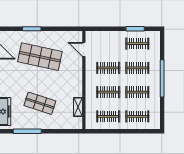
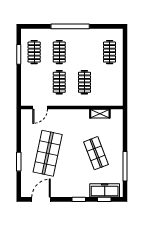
clothes rail: (137, 92) -> (84, 52), removed
shop shelf: (40, 103) -> (96, 153), turned -39
clothes rail: (108, 116) -> (110, 82), removed

